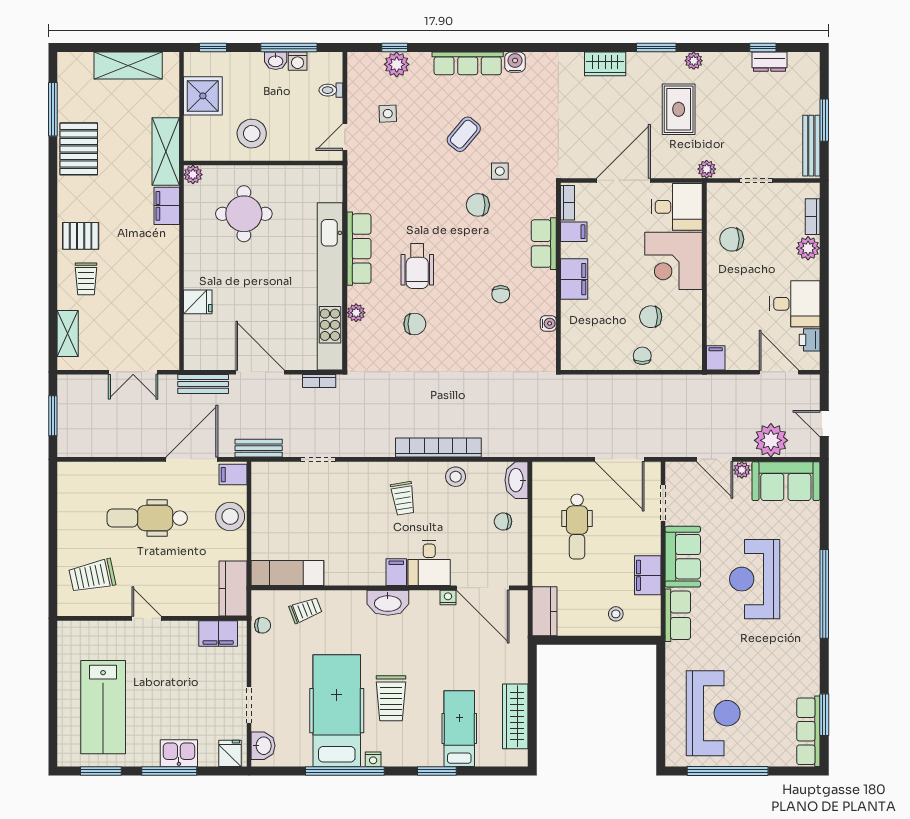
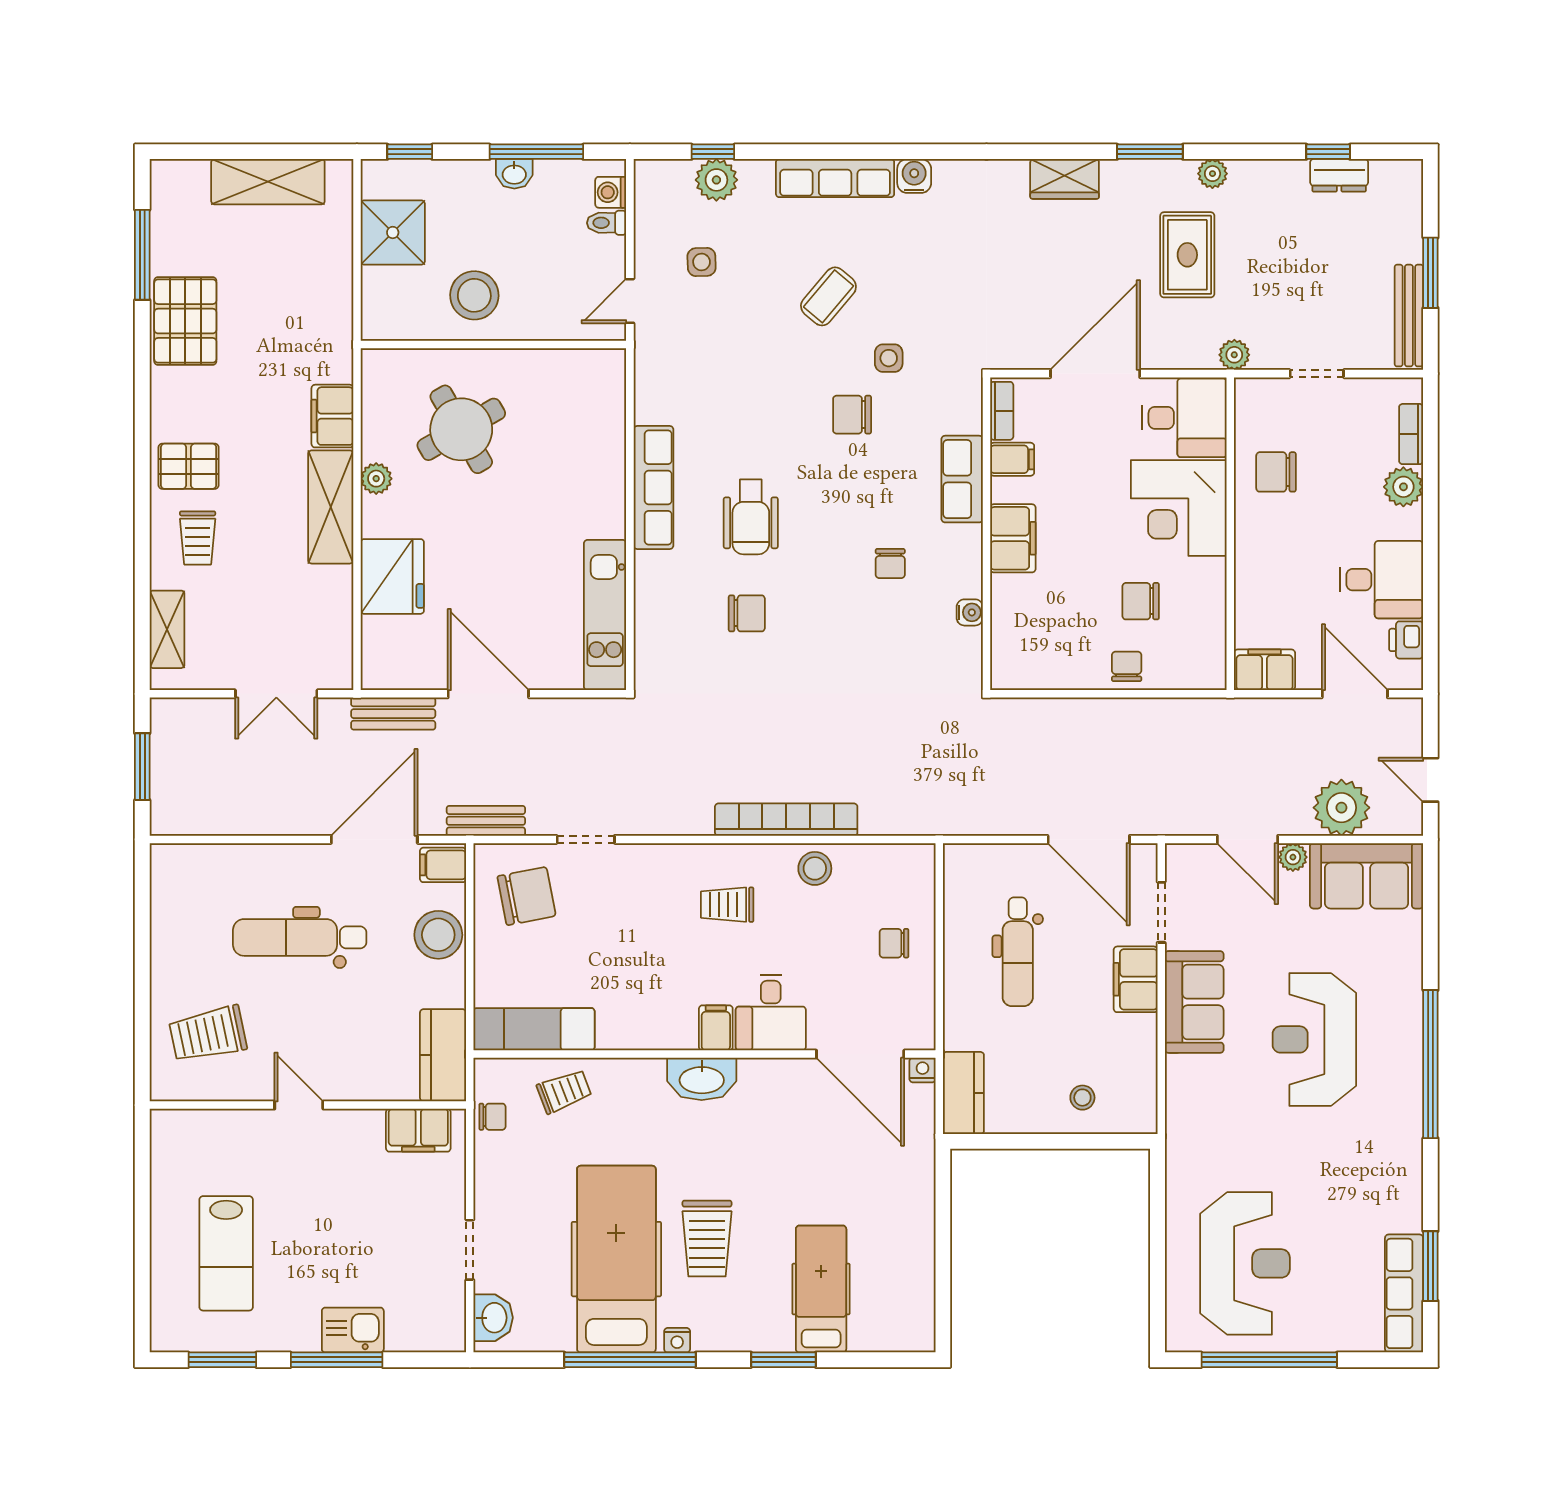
washing machine: (298, 61) -> (611, 192), moved, turned 90
shelving: (166, 151) -> (331, 507), moved
plant: (193, 175) -> (376, 479), moved
round table: (244, 214) -> (461, 429), turned -30
kitchen unit: (330, 286) -> (605, 615), width x0.54
fridge: (198, 302) -> (392, 576), width x1.88, depth x1.34
plant: (356, 313) -> (649, 595), removed
filing cabinet: (716, 358) -> (1264, 670), width x2.00
bookcase: (319, 381) -> (587, 709), removed
washbasin: (517, 480) -> (917, 874), removed
chair: (283, 493) -> (527, 896), added
trolley: (403, 498) -> (727, 905), turned 99
filing cabinet: (648, 575) -> (1136, 979), moved
nightstand: (448, 597) -> (922, 1070), moved
row of seats: (678, 615) -> (1186, 1100), removed
lab bench: (103, 707) -> (226, 1253), width x0.73, depth x0.72
wardrobe: (515, 716) -> (915, 1269), removed
fridge: (230, 753) -> (438, 1330), removed

